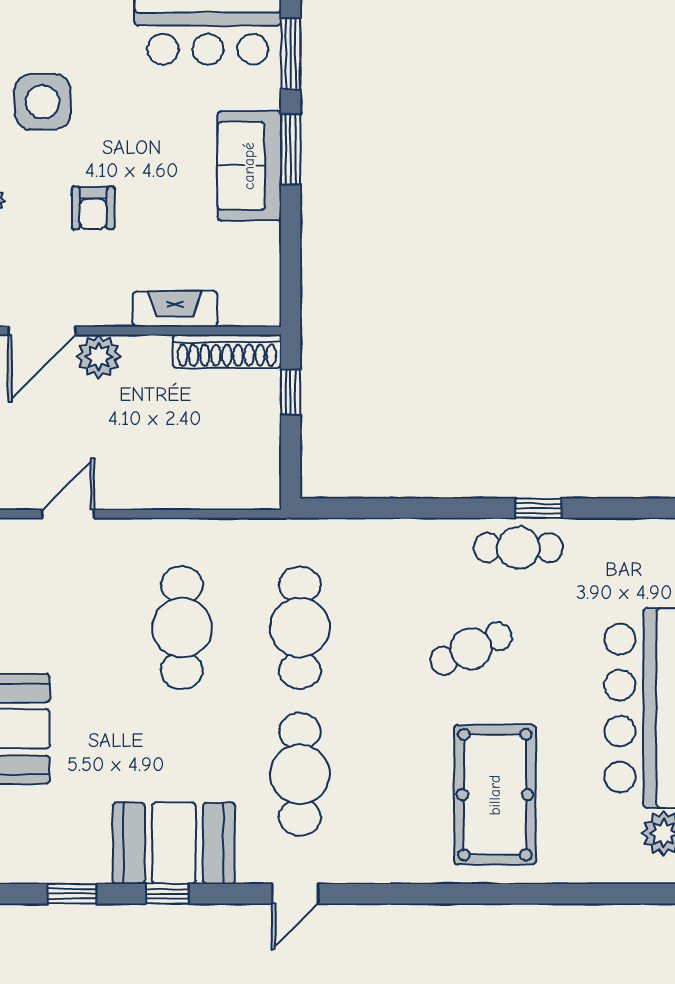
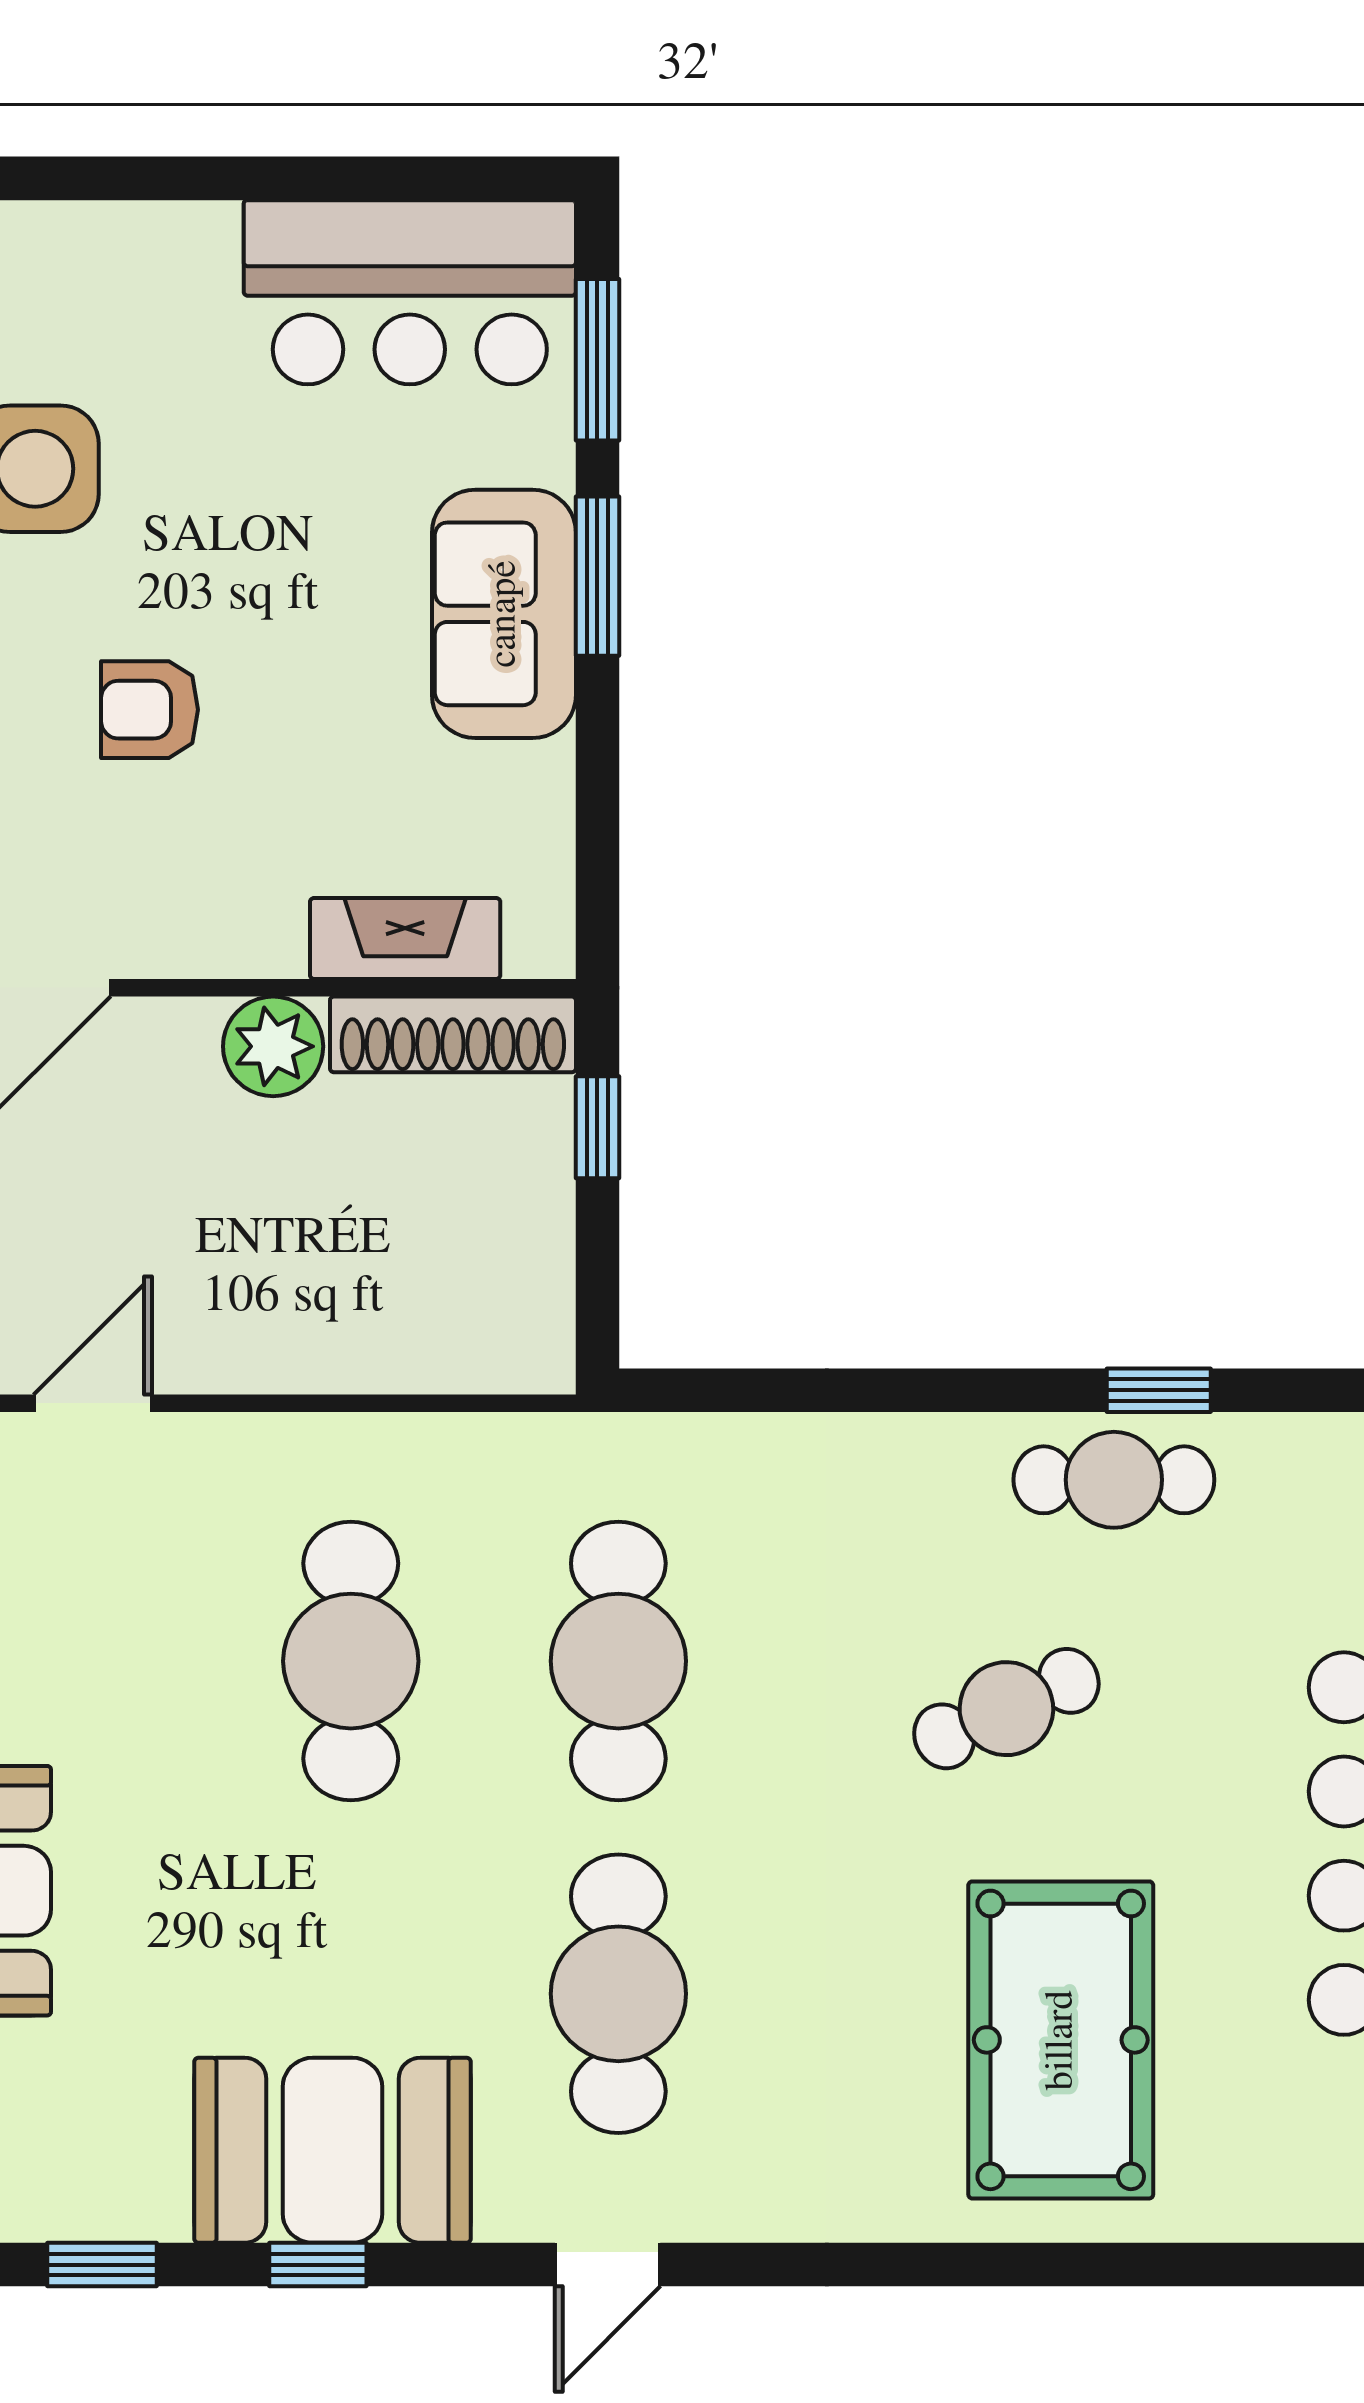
armchair: (93, 208) -> (150, 710), turned 90
fireplace: (175, 309) -> (405, 938), moved
plant: (99, 357) -> (273, 1046), moved

